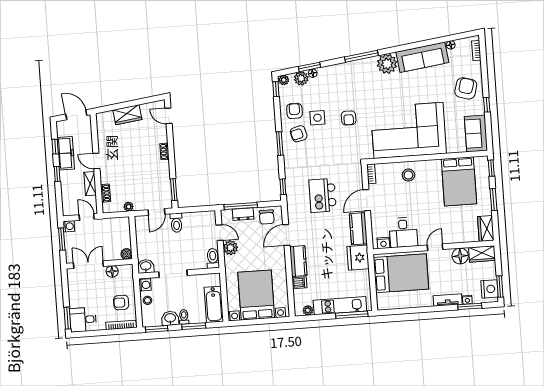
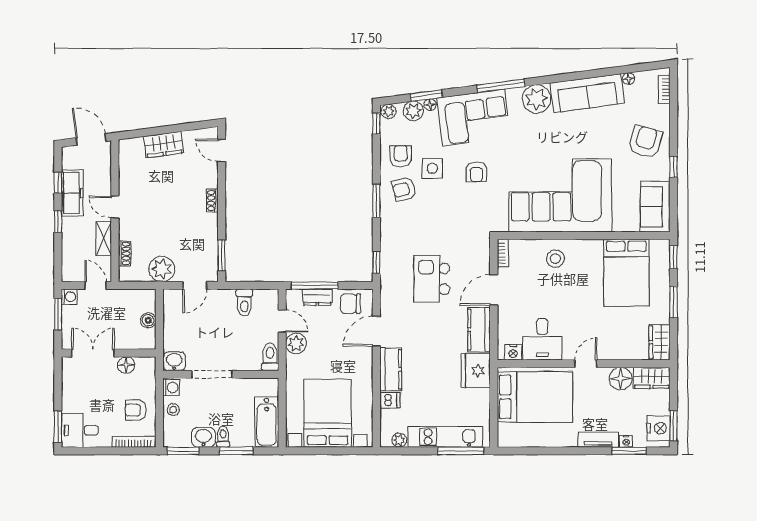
corner sofa: (344, 80) -> (474, 118), added
plant: (129, 207) -> (162, 269), width x1.88, depth x1.88
chair: (267, 217) -> (350, 304), turned 90
toilet: (176, 223) -> (244, 303), moved
boiler: (126, 254) -> (148, 320), moved

